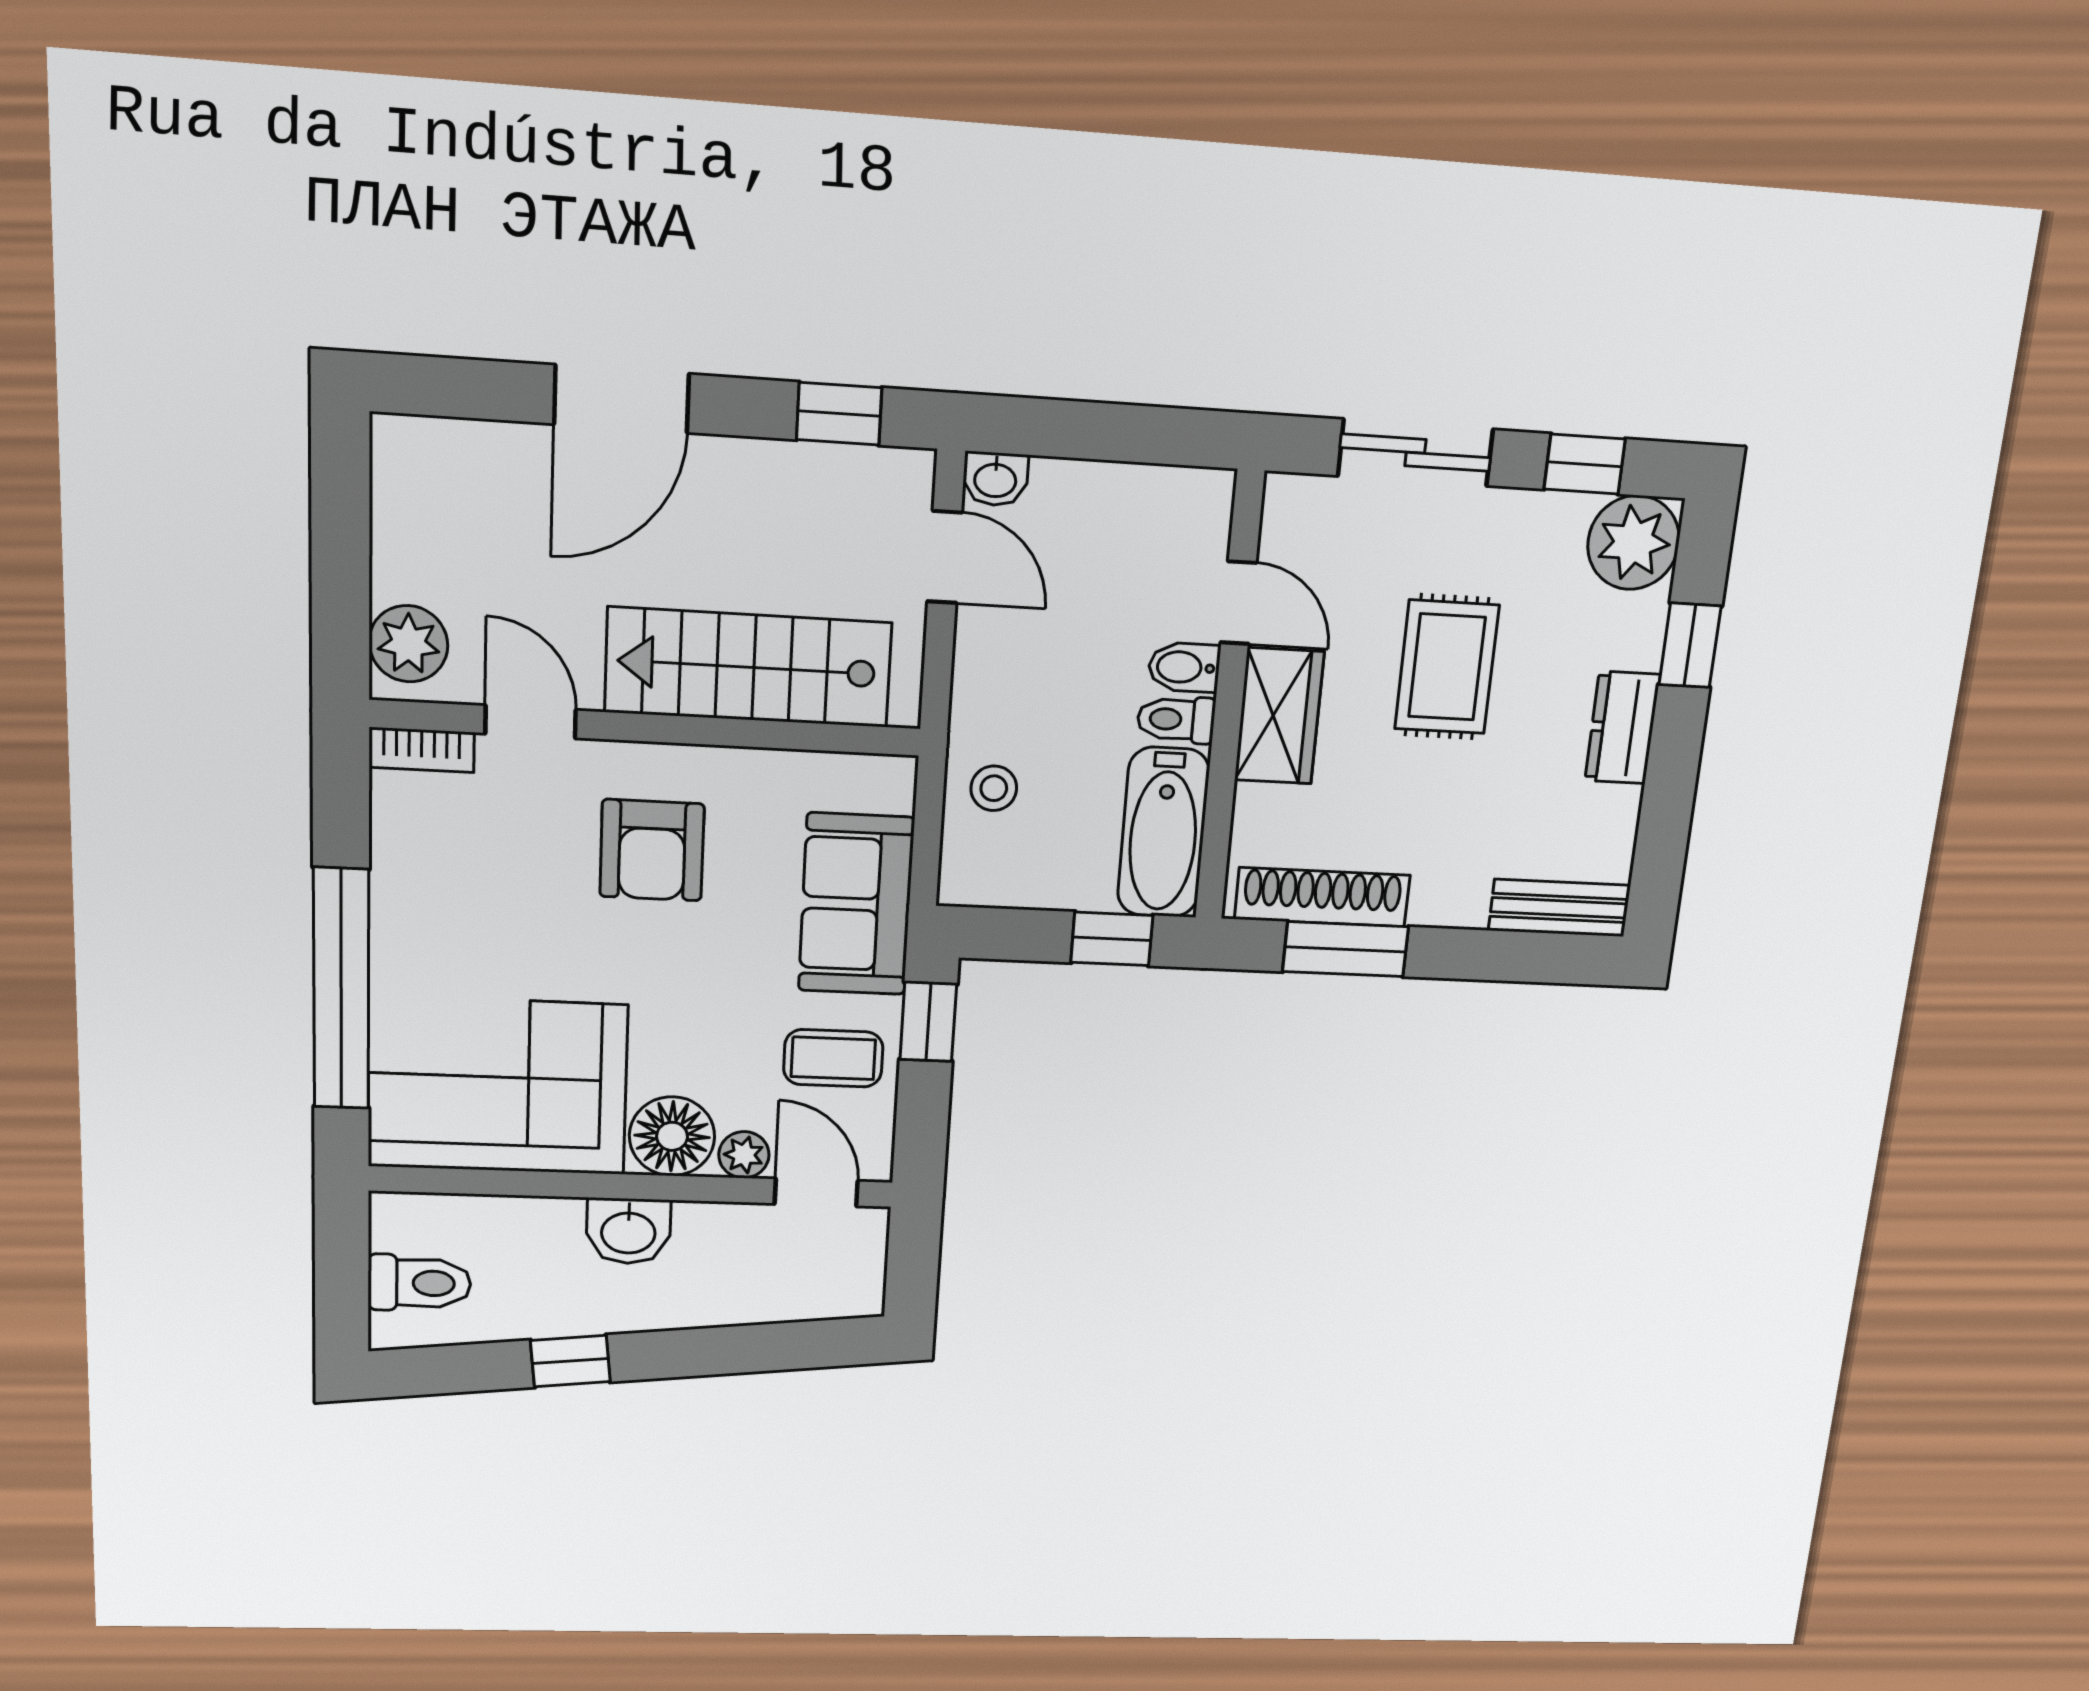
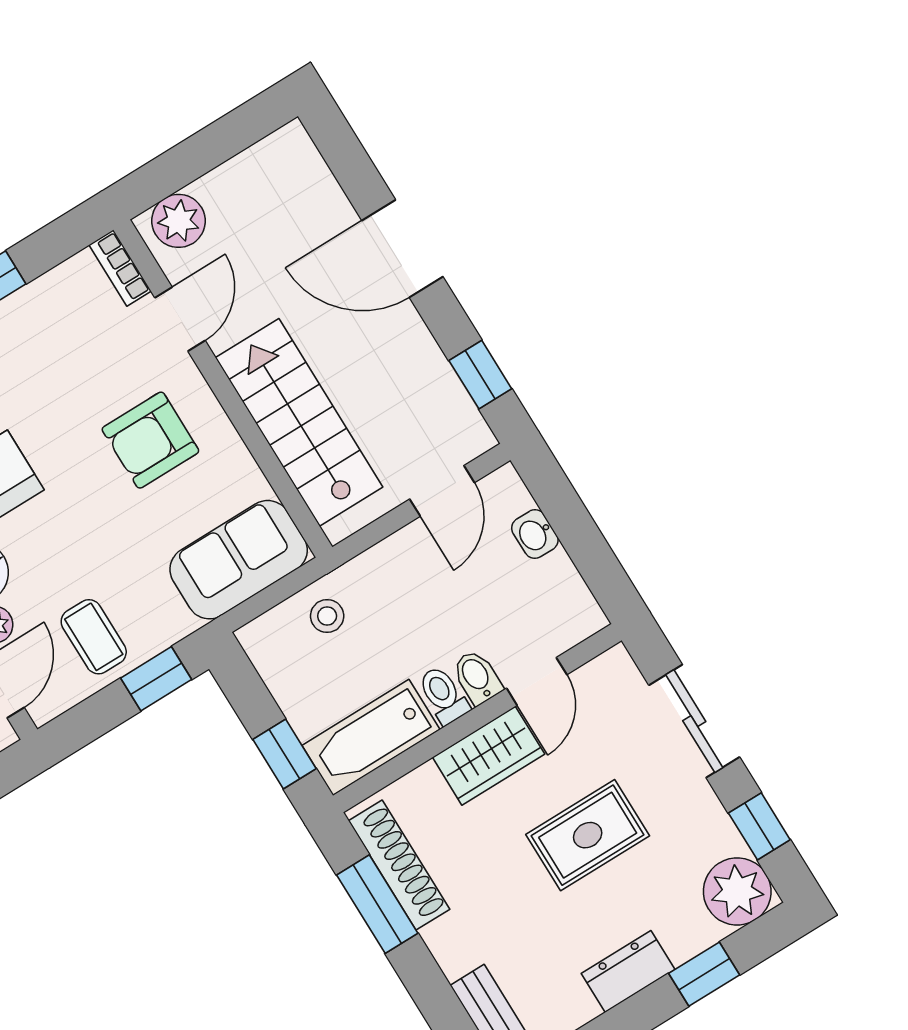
washbasin: (995, 479) -> (535, 534), moved
sofa: (856, 904) -> (239, 560), moved

